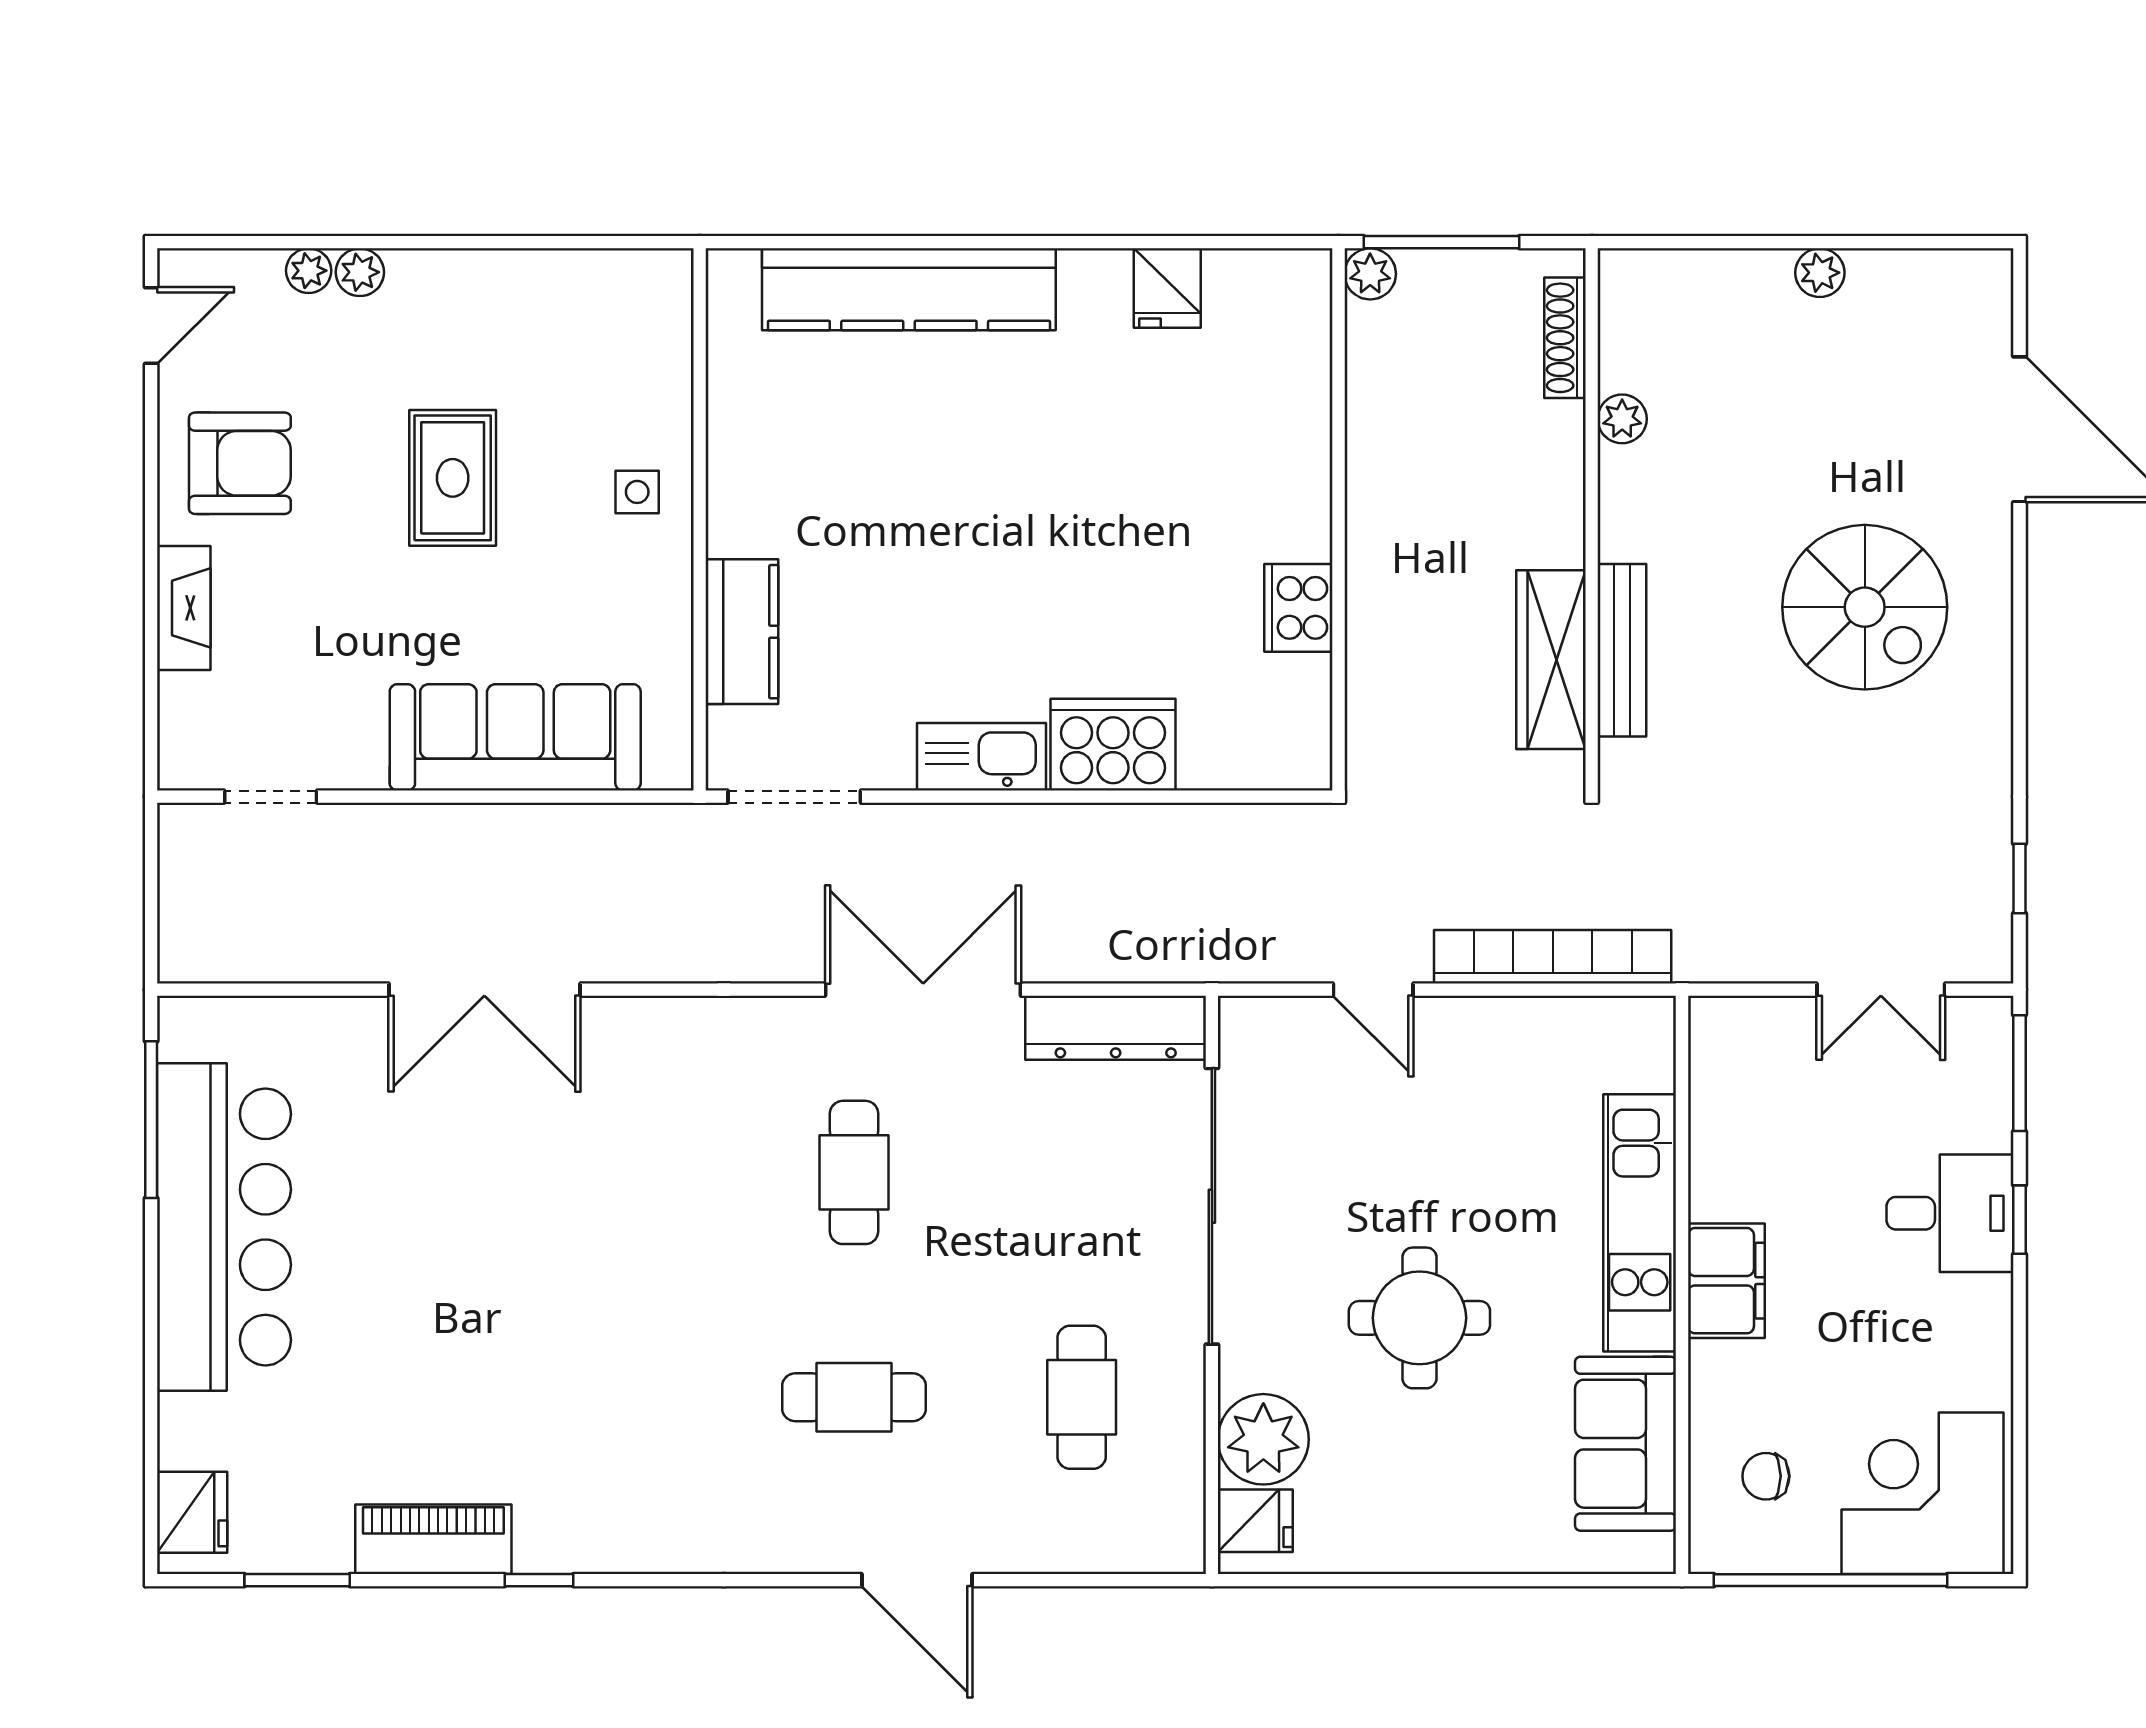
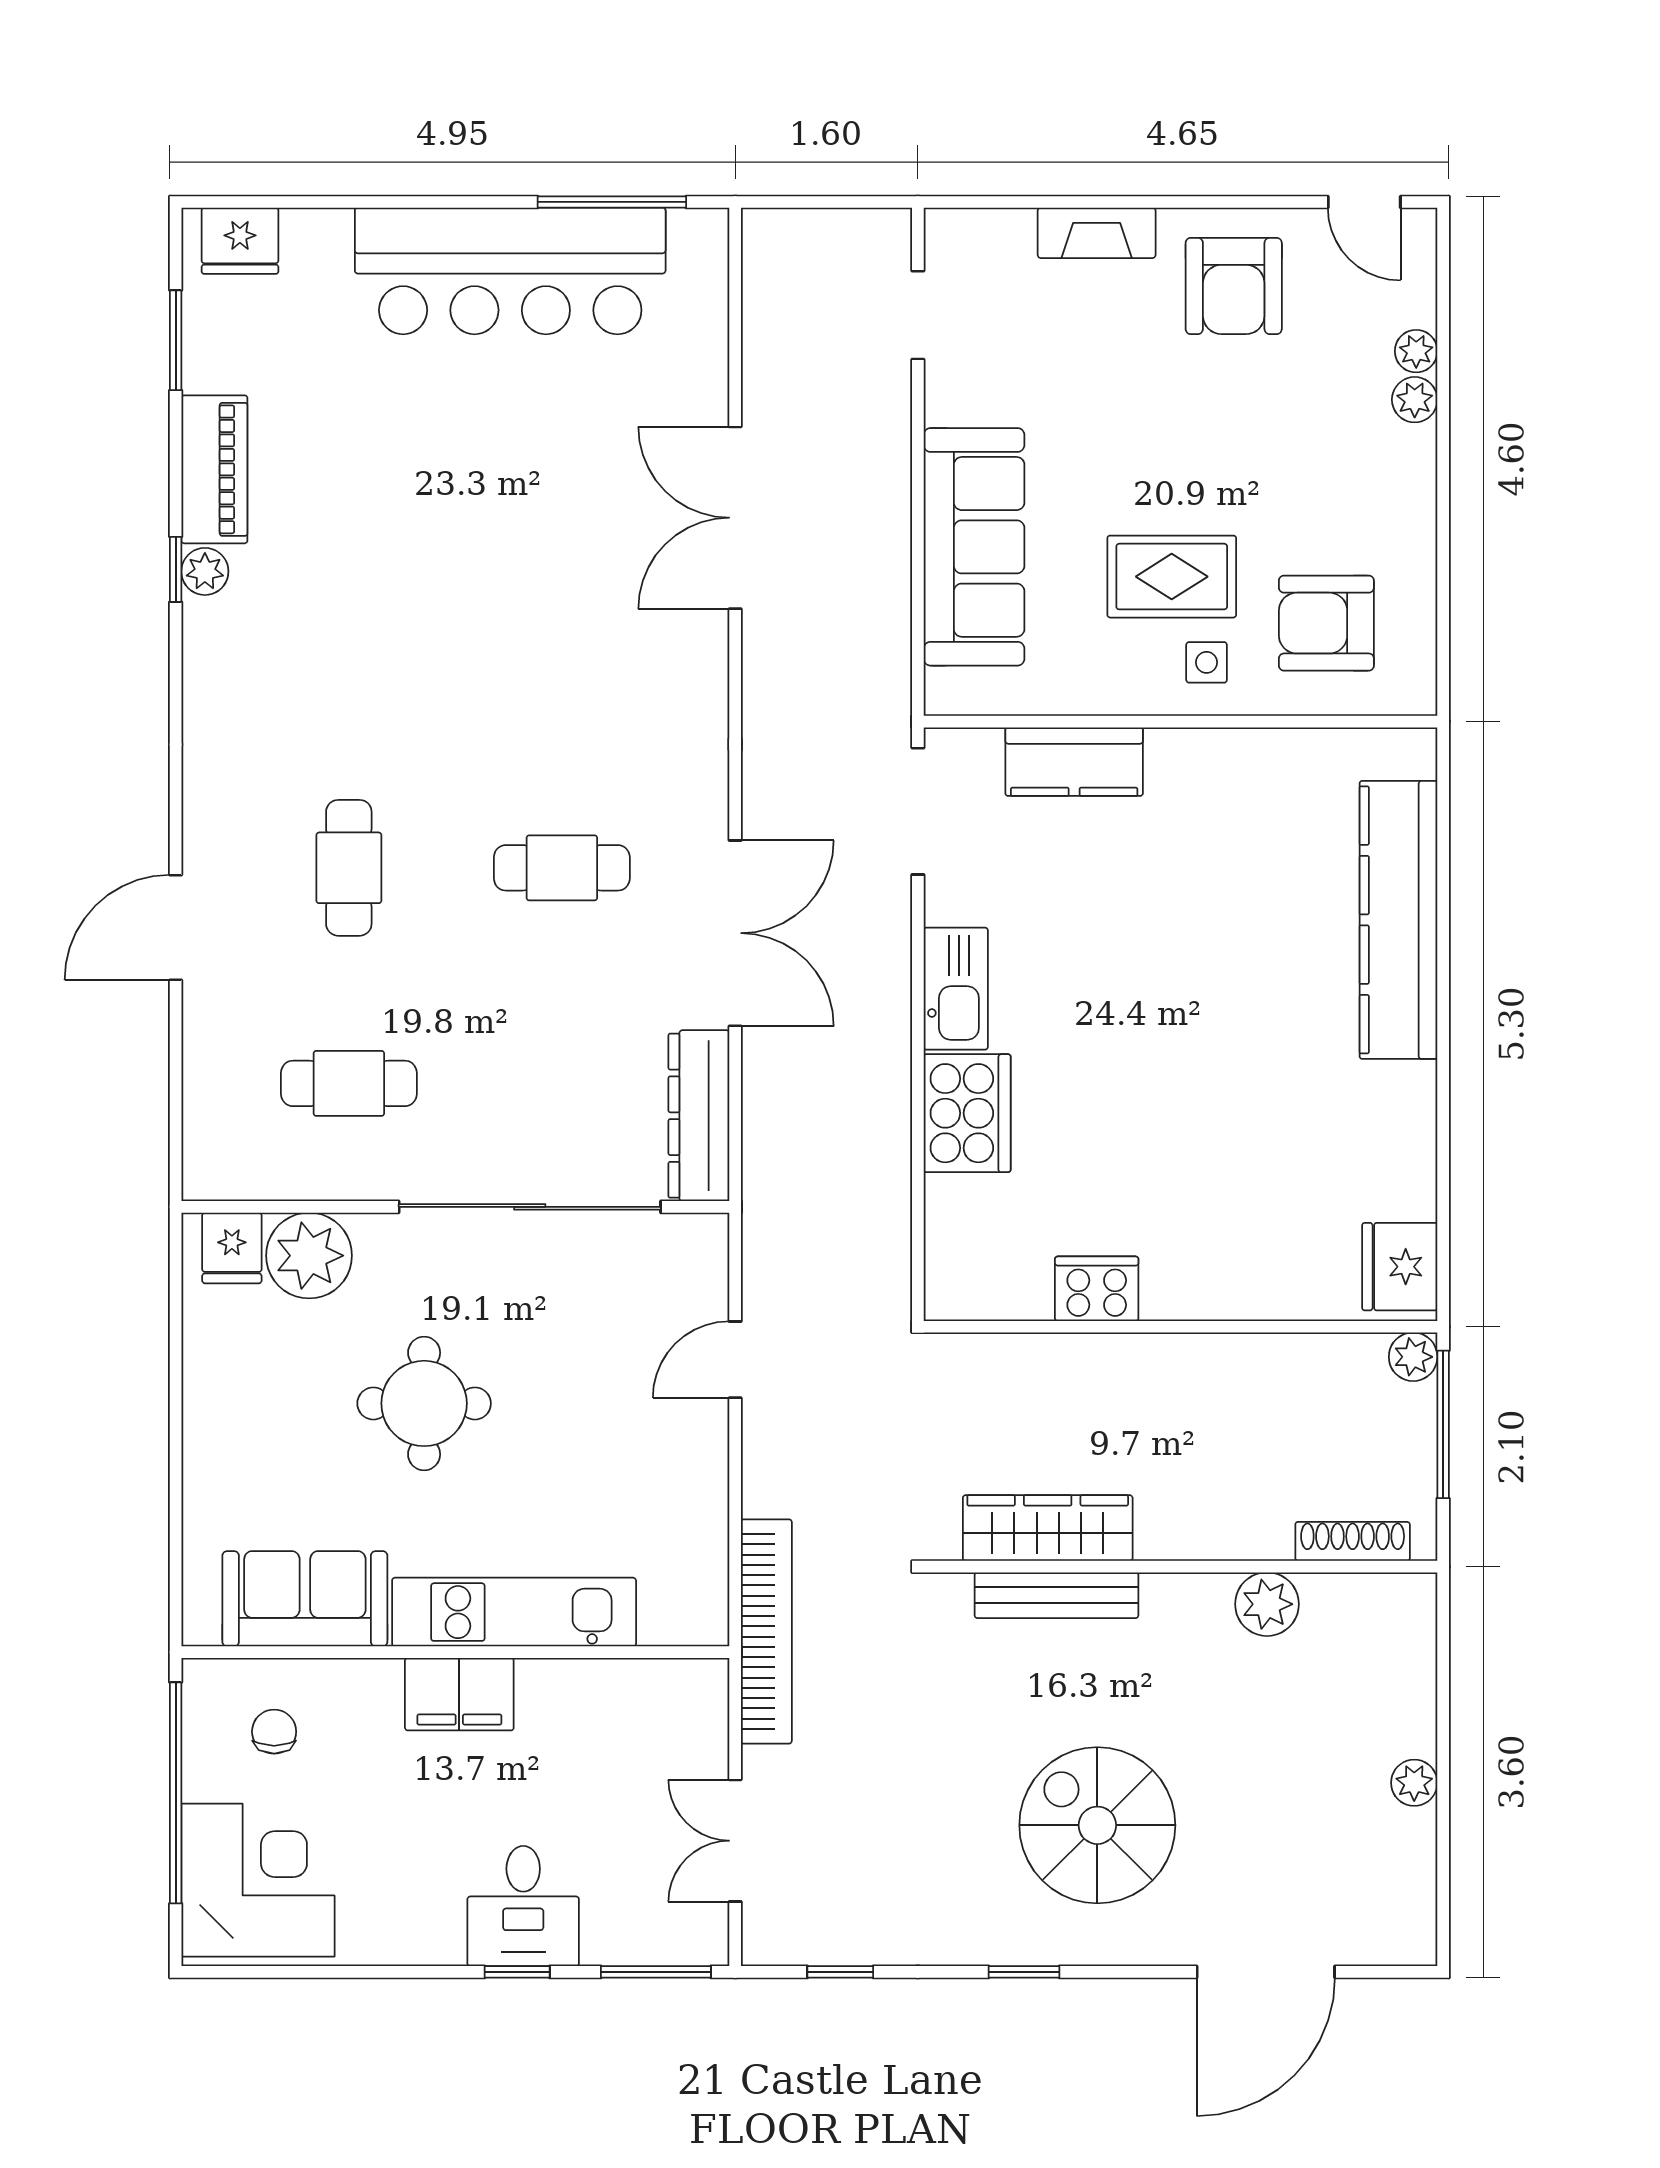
fridge: (1167, 288) -> (1400, 1267), moved, width x1.38
armchair: (596, 365) -> (1326, 623), added
plant: (1622, 419) -> (1267, 1604), width x1.38, depth x1.38
rug: (453, 478) -> (1172, 577), moved
spiral stairs: (1865, 607) -> (1097, 1825), turned 90
window: (2020, 685) -> (1024, 1972), added
bookcase: (1553, 957) -> (766, 1631), moved
plant: (541, 1549) -> (205, 571), added

